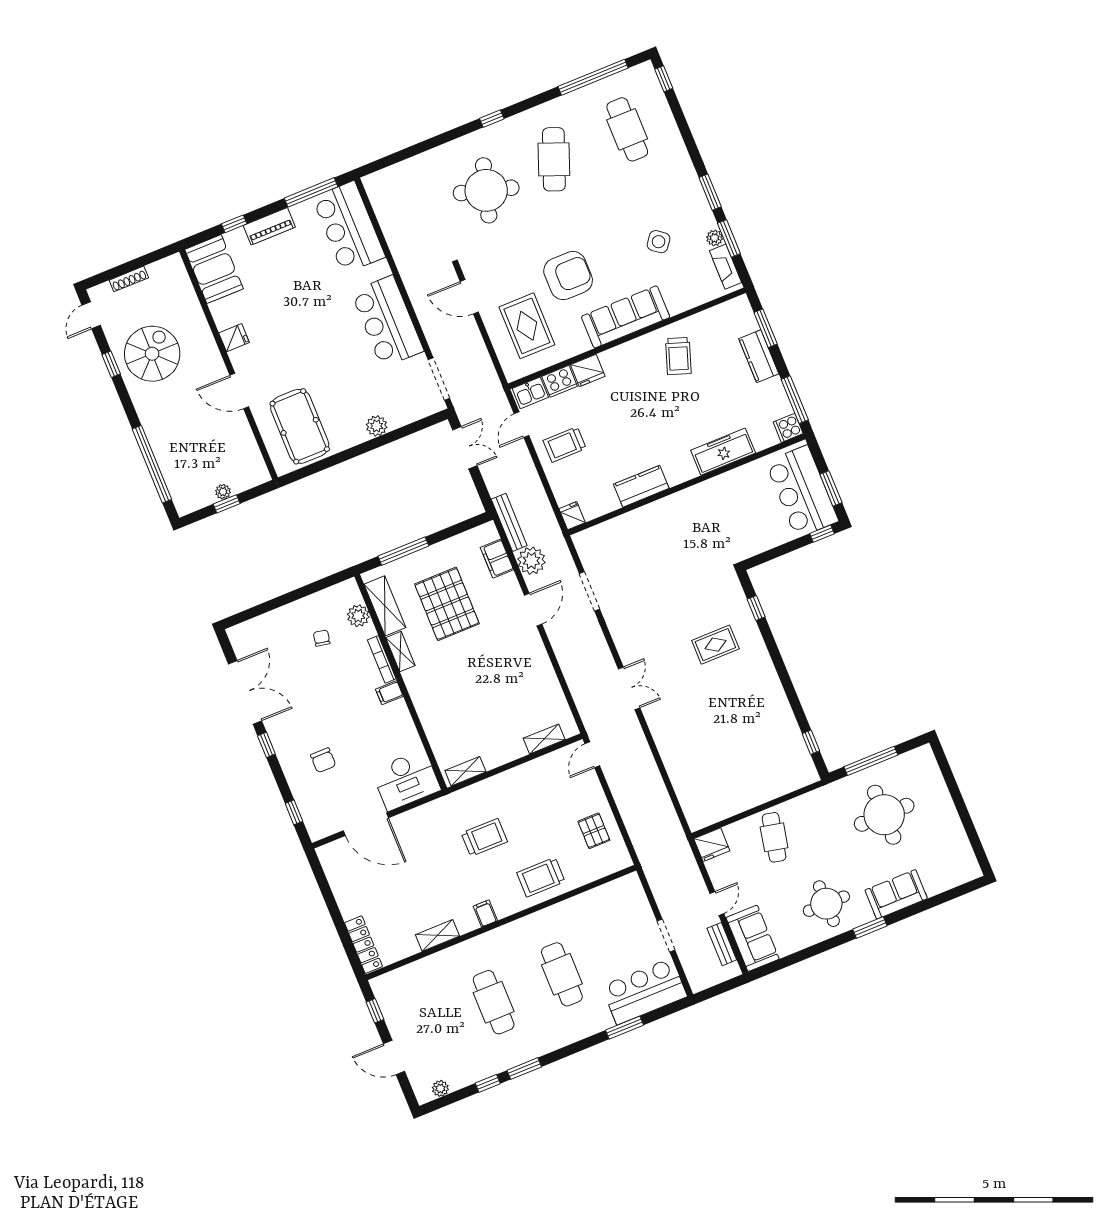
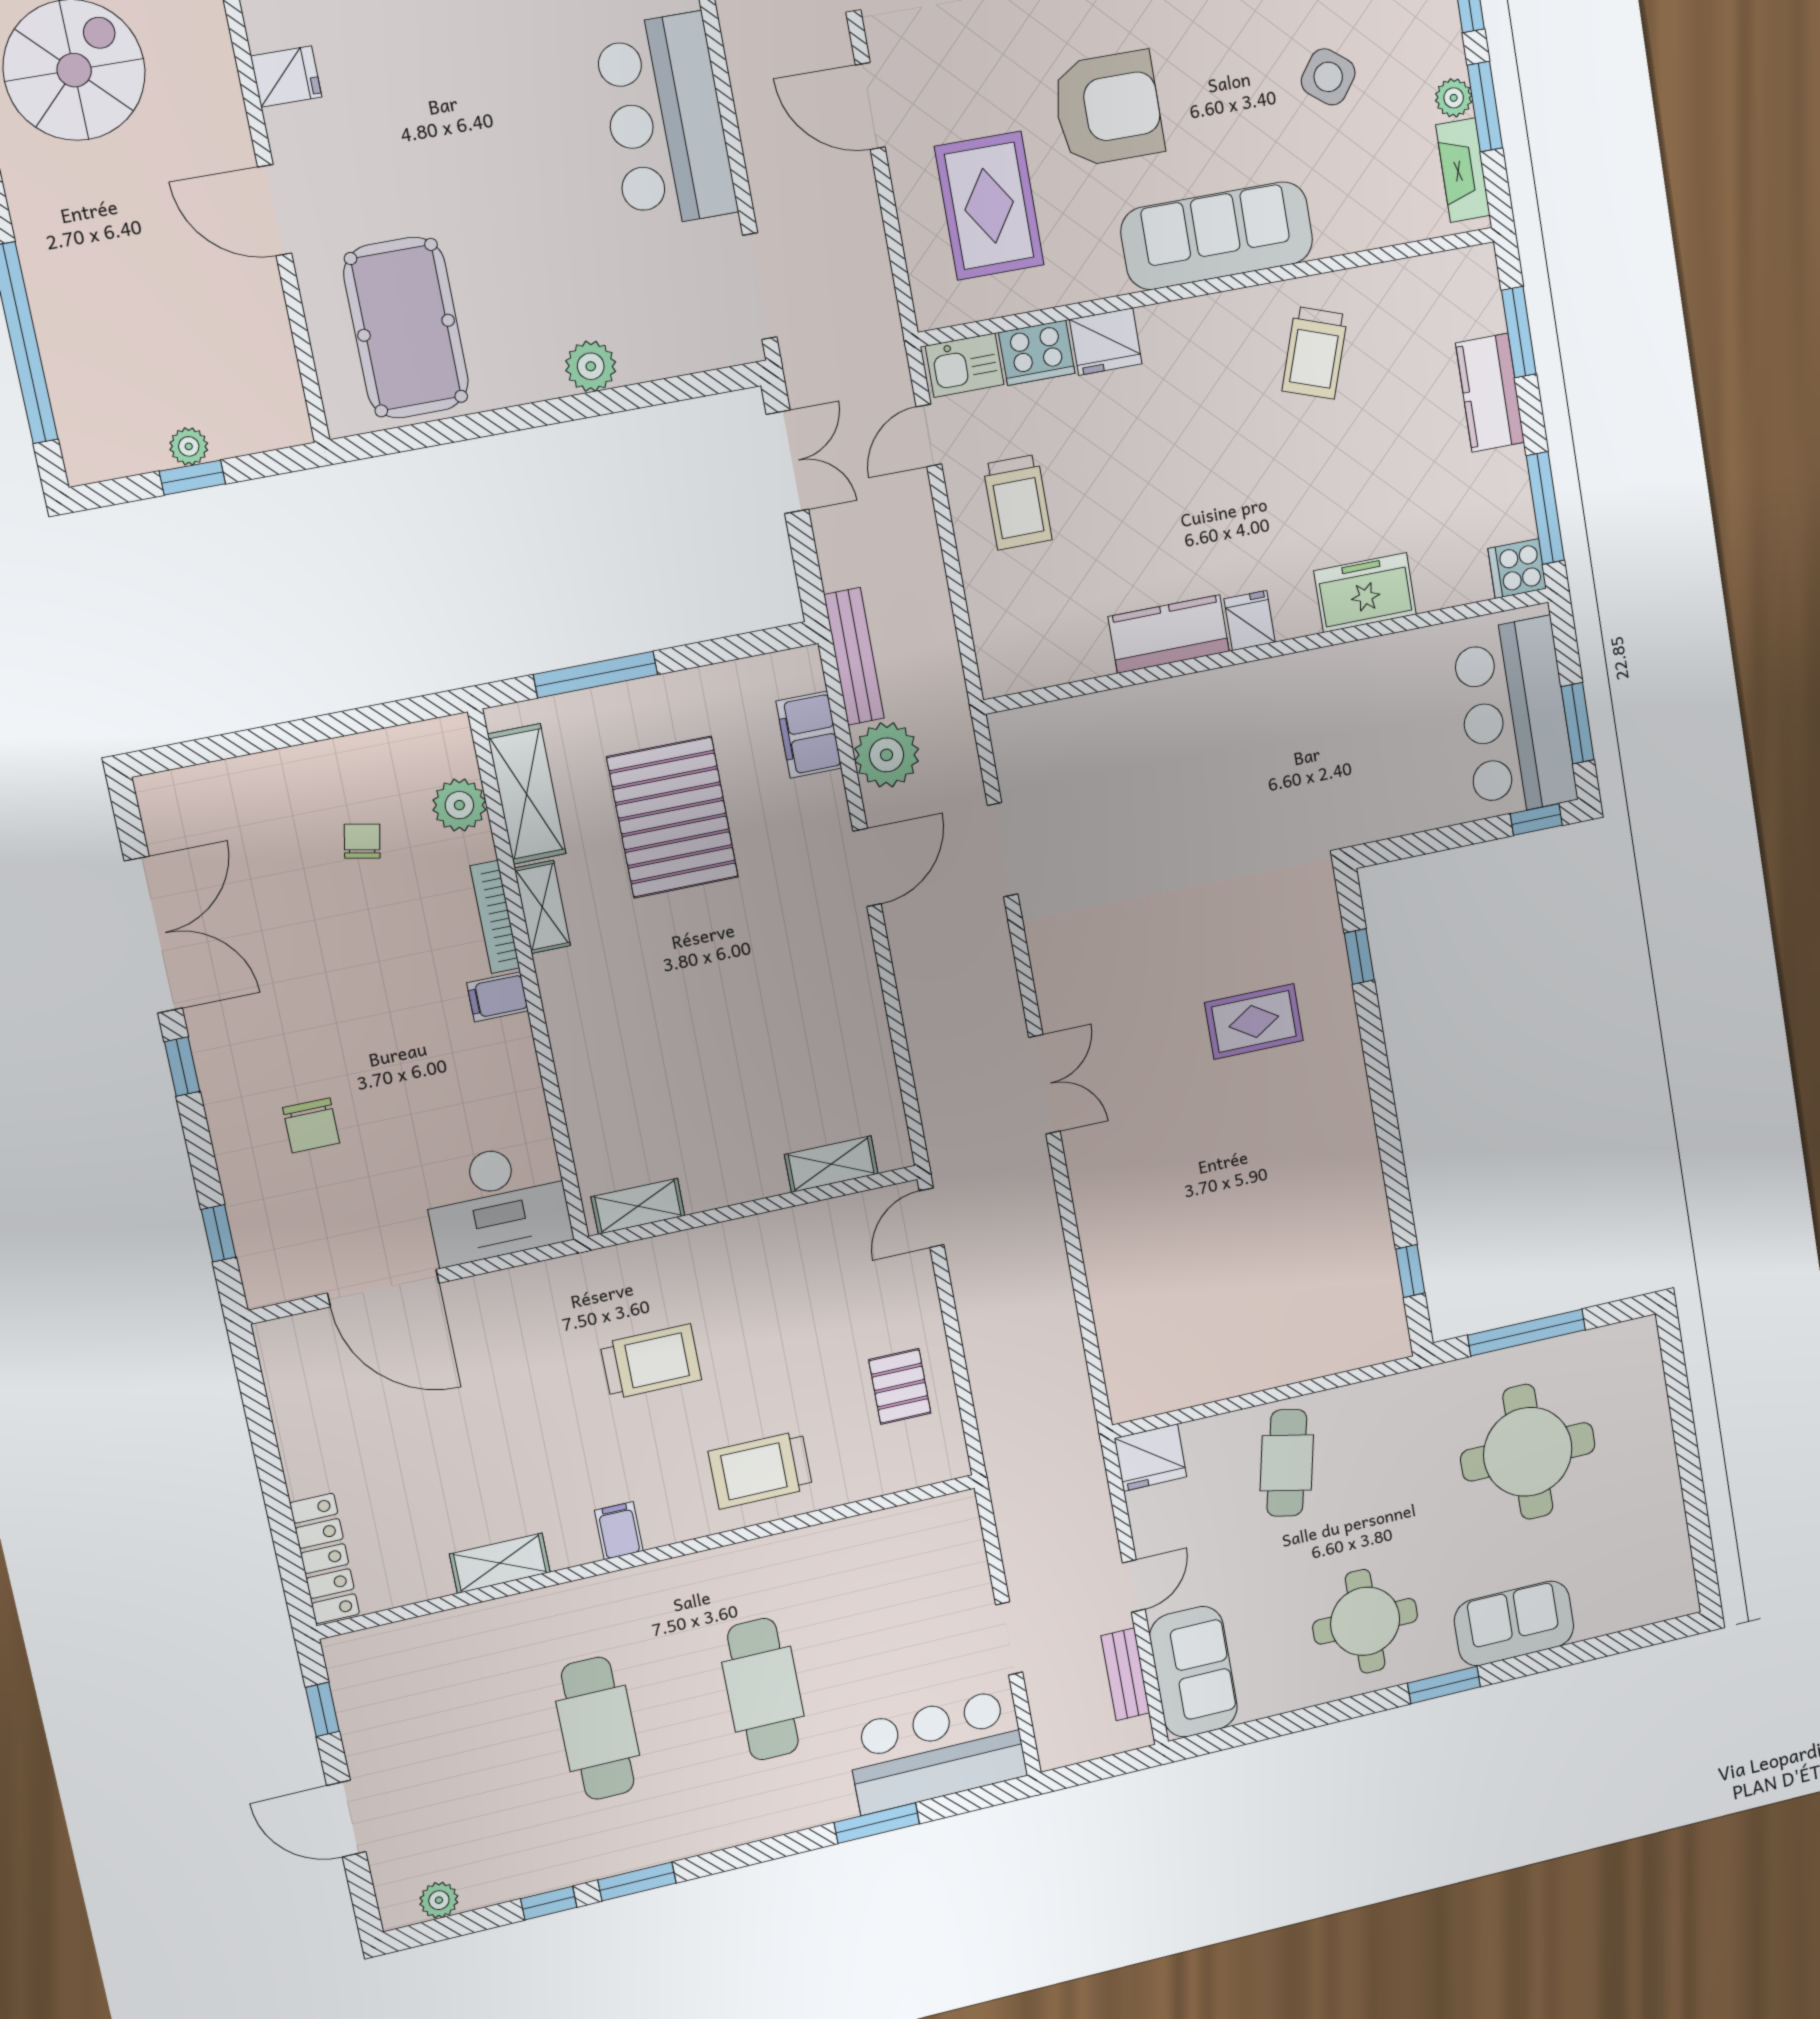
trolley: (565, 444) -> (1018, 502), turned -90
freezer: (723, 452) -> (1365, 593), width x0.71
fridge: (572, 516) -> (1250, 621), moved

